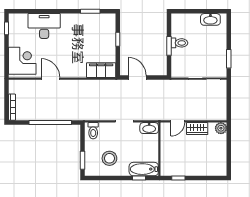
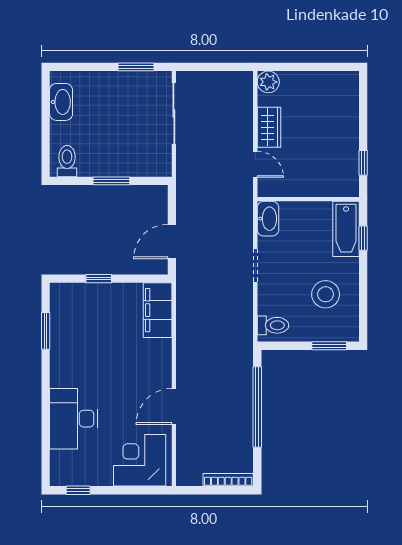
toilet: (179, 43) -> (67, 161), moved

